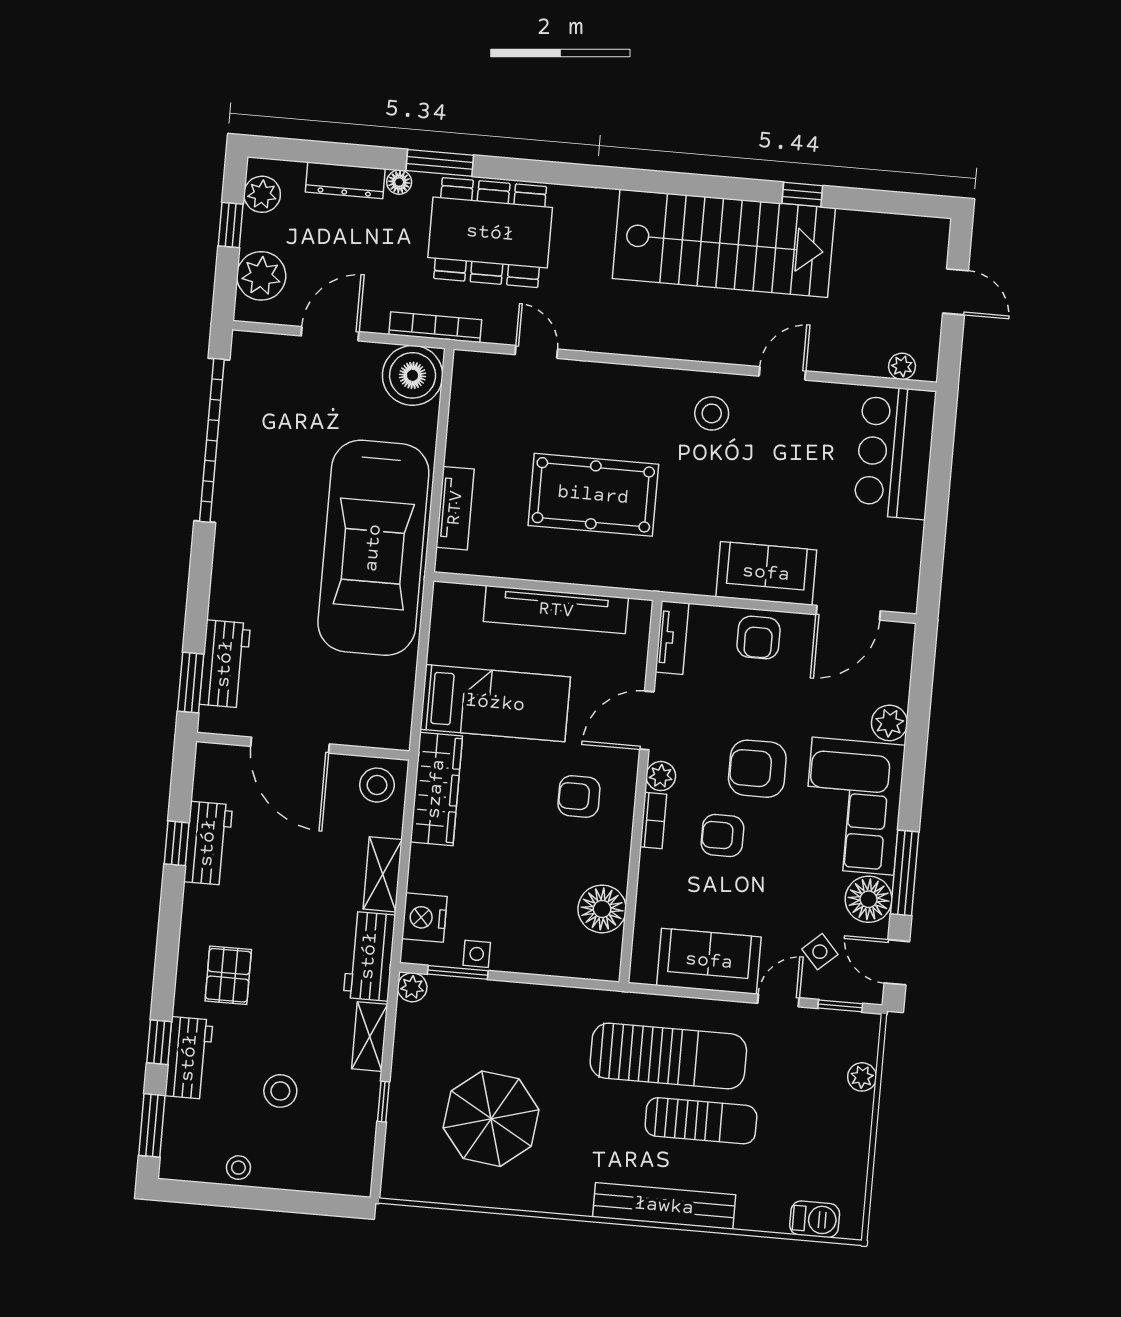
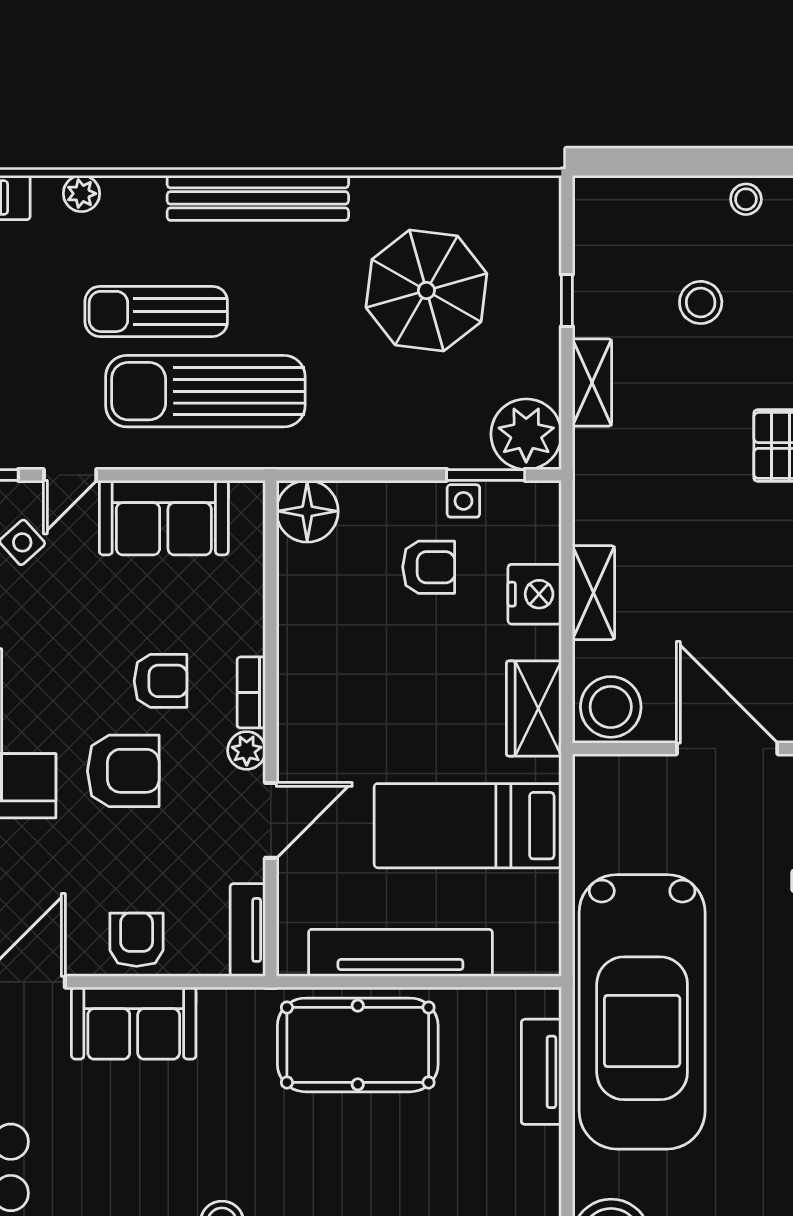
pool table: (593, 495) -> (358, 1045), moved
car: (373, 548) -> (642, 1012), turned 180
stool: (377, 785) -> (611, 707), width x1.38, depth x1.38
wardrobe: (436, 789) -> (534, 709), width x0.67
armchair: (579, 796) -> (429, 567), moved
floor lamp: (602, 909) -> (307, 511), moved
nightstand: (424, 918) -> (535, 594), moved
workbench: (369, 956) -> (601, 486), removed
plant: (412, 987) -> (526, 434), width x1.88, depth x1.88
bench: (664, 1206) -> (258, 198), moved
plant: (751, 1217) -> (81, 194), added

